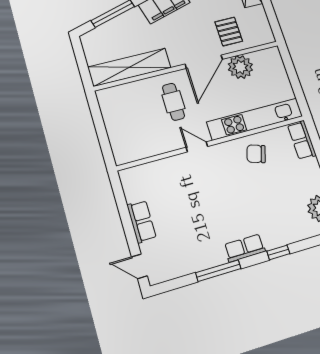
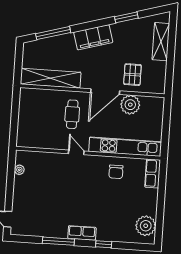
chair: (256, 154) -> (116, 172), turned -108
plant: (131, 195) -> (19, 170), added
row of seats: (142, 221) -> (20, 190), removed

